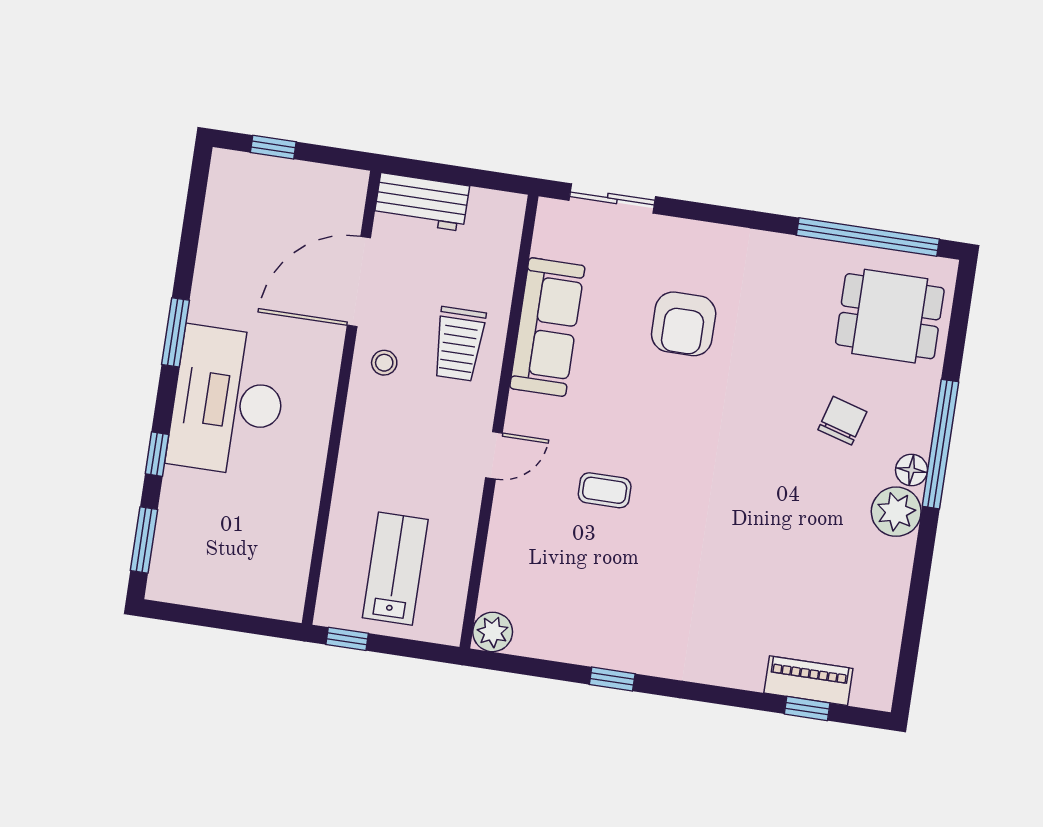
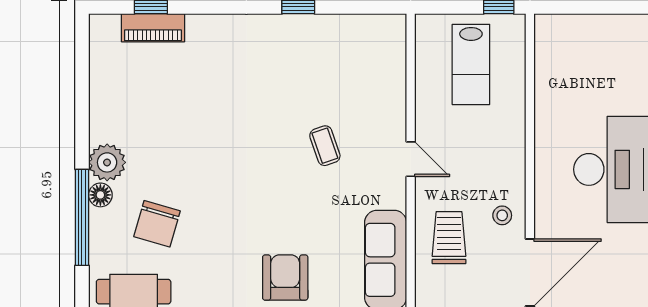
chair: (842, 421) -> (157, 224), width x1.37, depth x1.37
door: (494, 455) -> (411, 159), swing flipped
coffee table: (605, 490) -> (325, 146), turned 71
plant: (493, 632) -> (392, 28), removed

